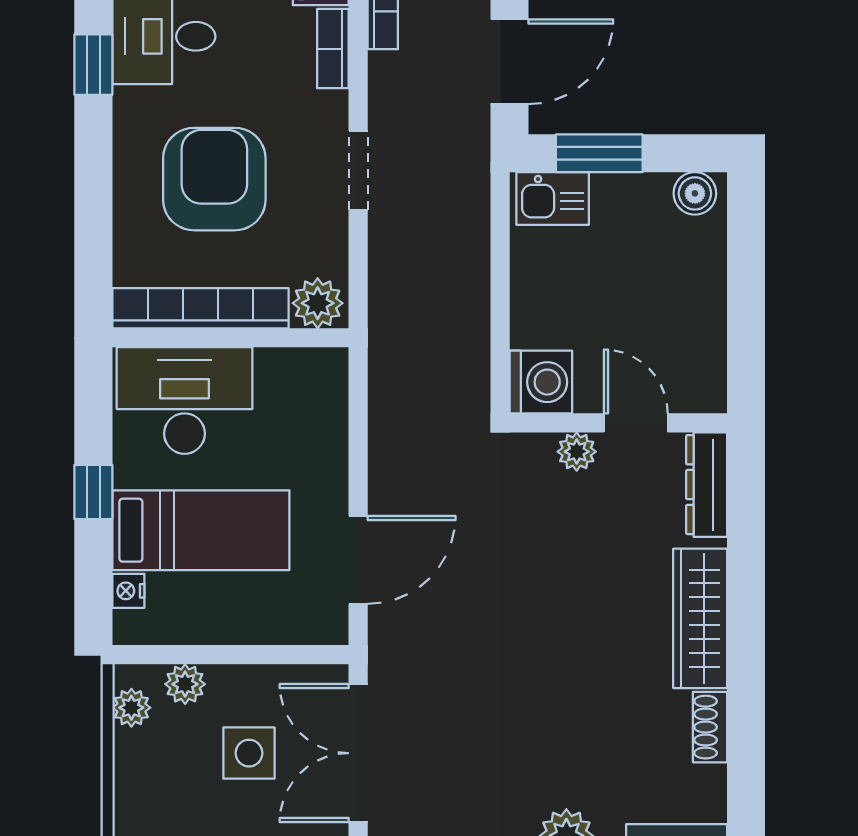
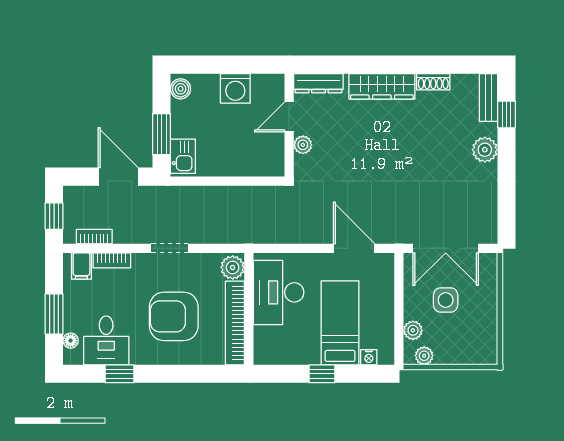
washing machine: (541, 382) -> (235, 88), moved, turned 180
desk: (185, 400) -> (279, 292), moved

